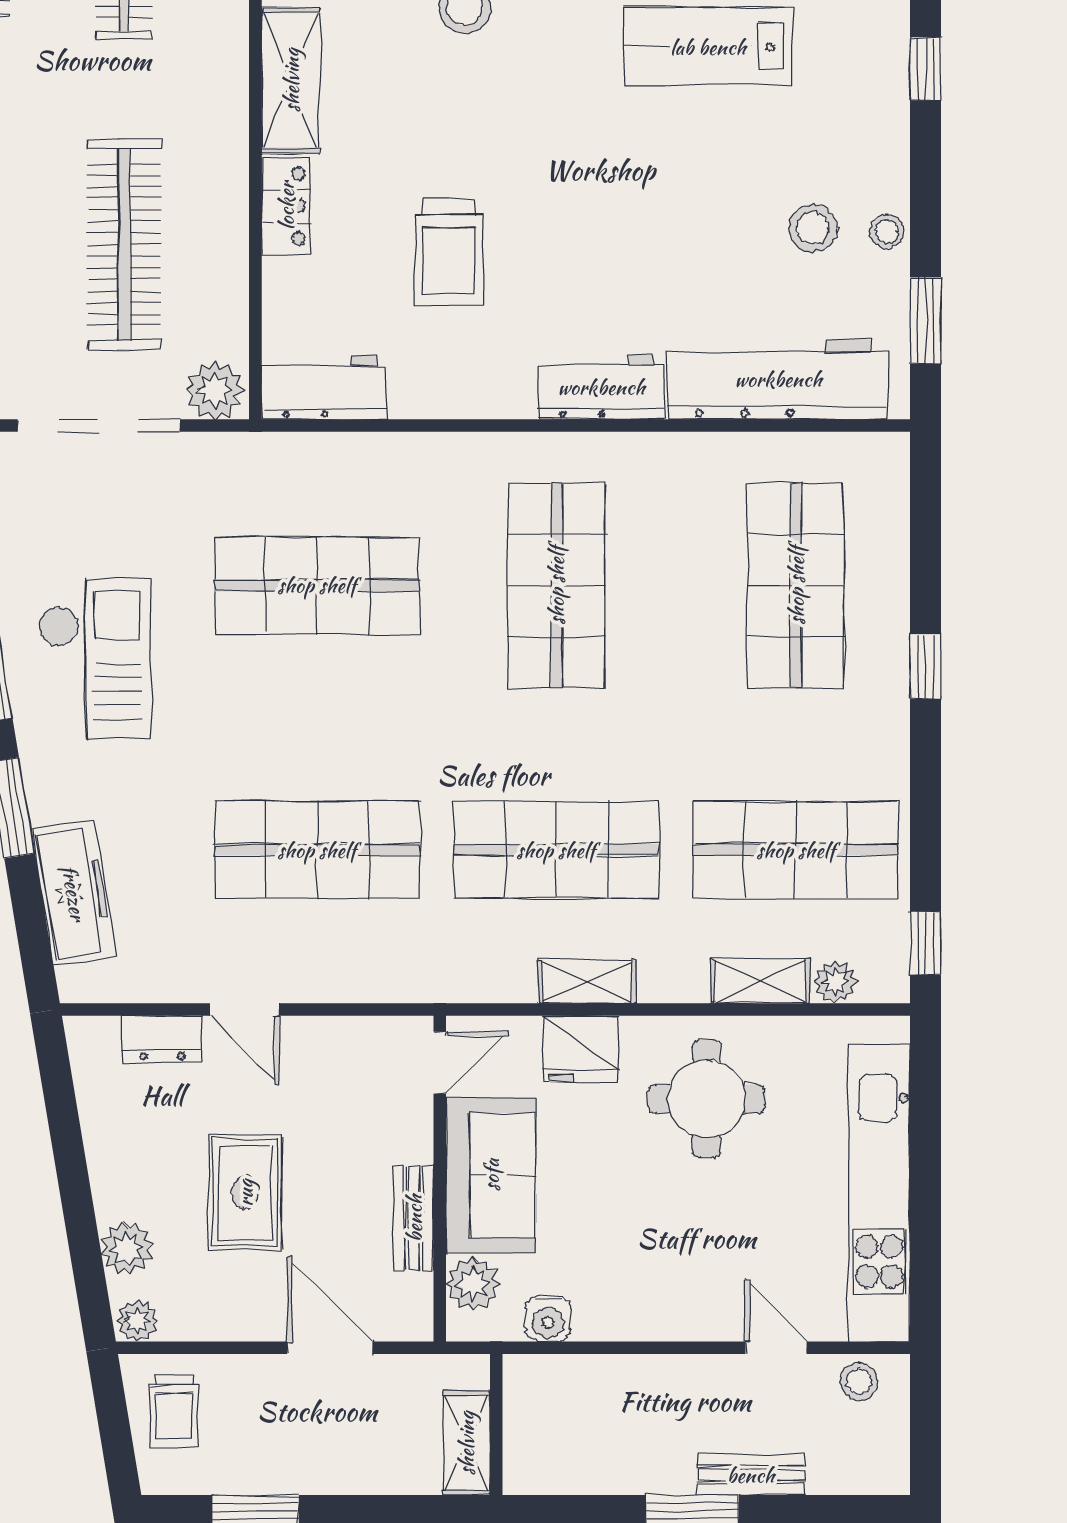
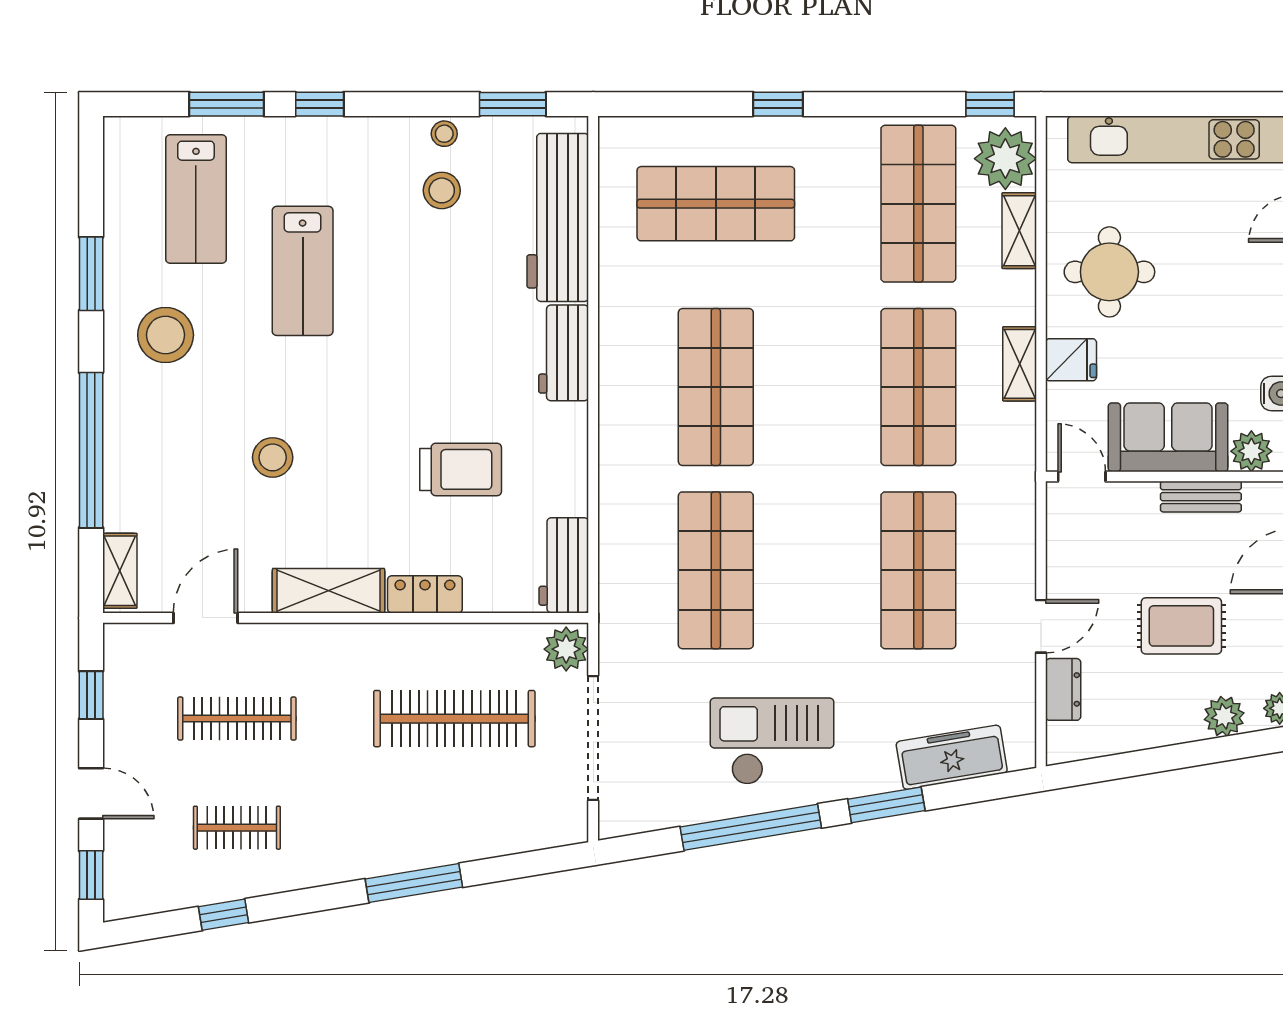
shop shelf: (556, 585) -> (716, 387), turned 90
plant: (835, 982) -> (1005, 159), width x1.87, depth x1.87
fridge: (581, 1049) -> (1071, 360), width x0.72

